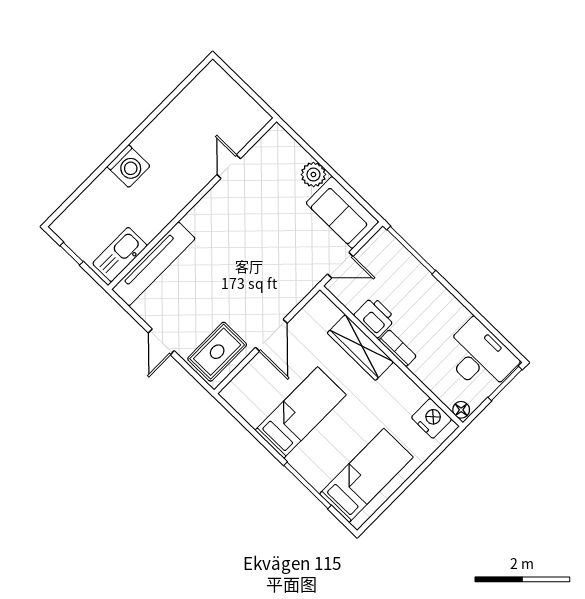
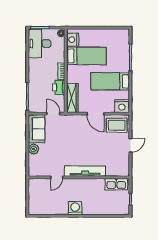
washing machine: (128, 166) -> (75, 208), moved
tv unit: (154, 264) -> (85, 171), moved
door: (271, 335) -> (95, 114), swing flipped
wardrobe: (360, 347) -> (72, 98), moved
nightstand: (241, 391) -> (122, 106), added
bed: (366, 476) -> (86, 56), moved, turned 180

